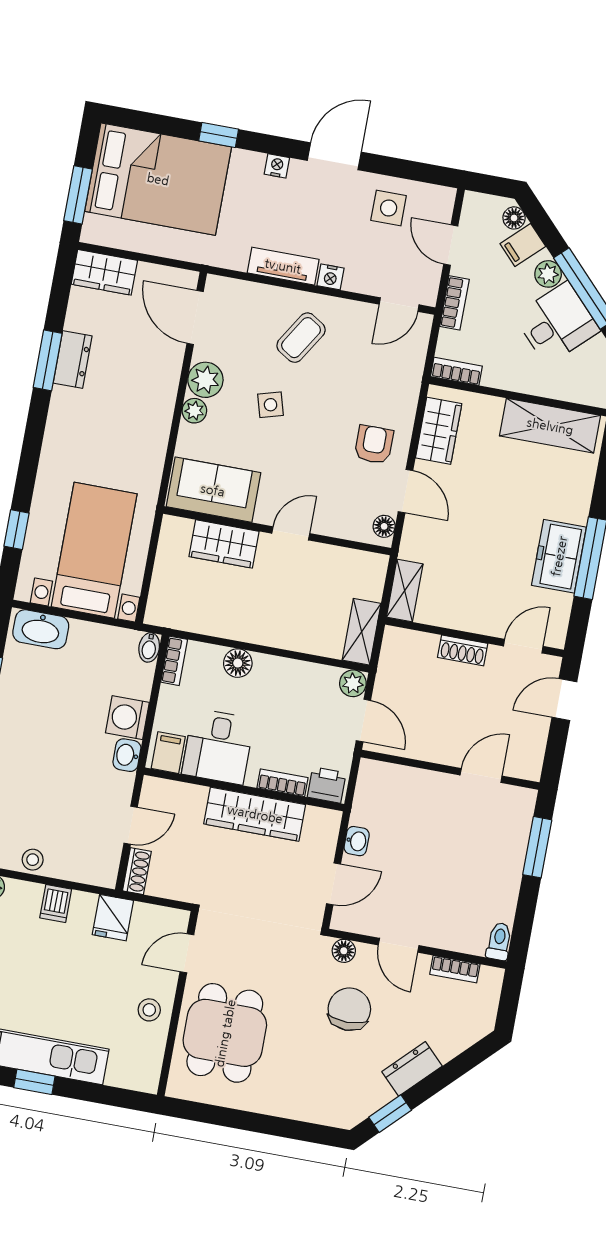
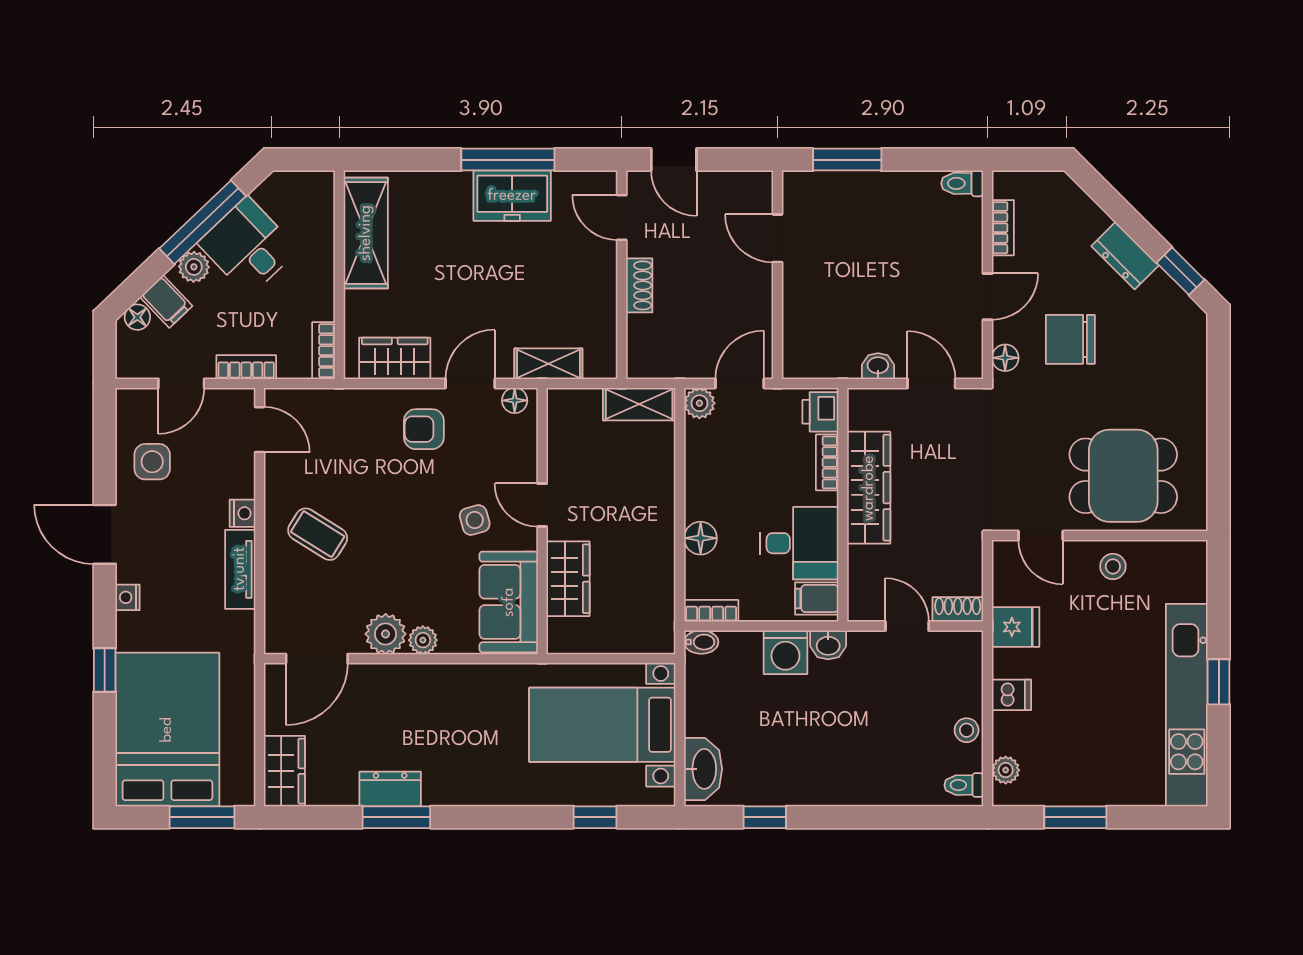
side table: (271, 405) -> (475, 520), moved
shelving: (405, 591) -> (548, 364), moved

